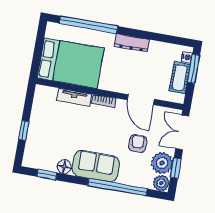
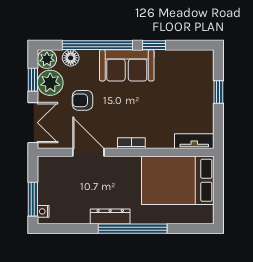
window: (89, 25) -> (133, 229), moved
cot: (180, 78) -> (47, 186), removed
tv unit: (74, 97) -> (194, 141), moved
armchair: (138, 144) -> (82, 100), turned 90
floor lamp: (64, 167) -> (71, 58), moved
window: (47, 175) -> (154, 45), moved

